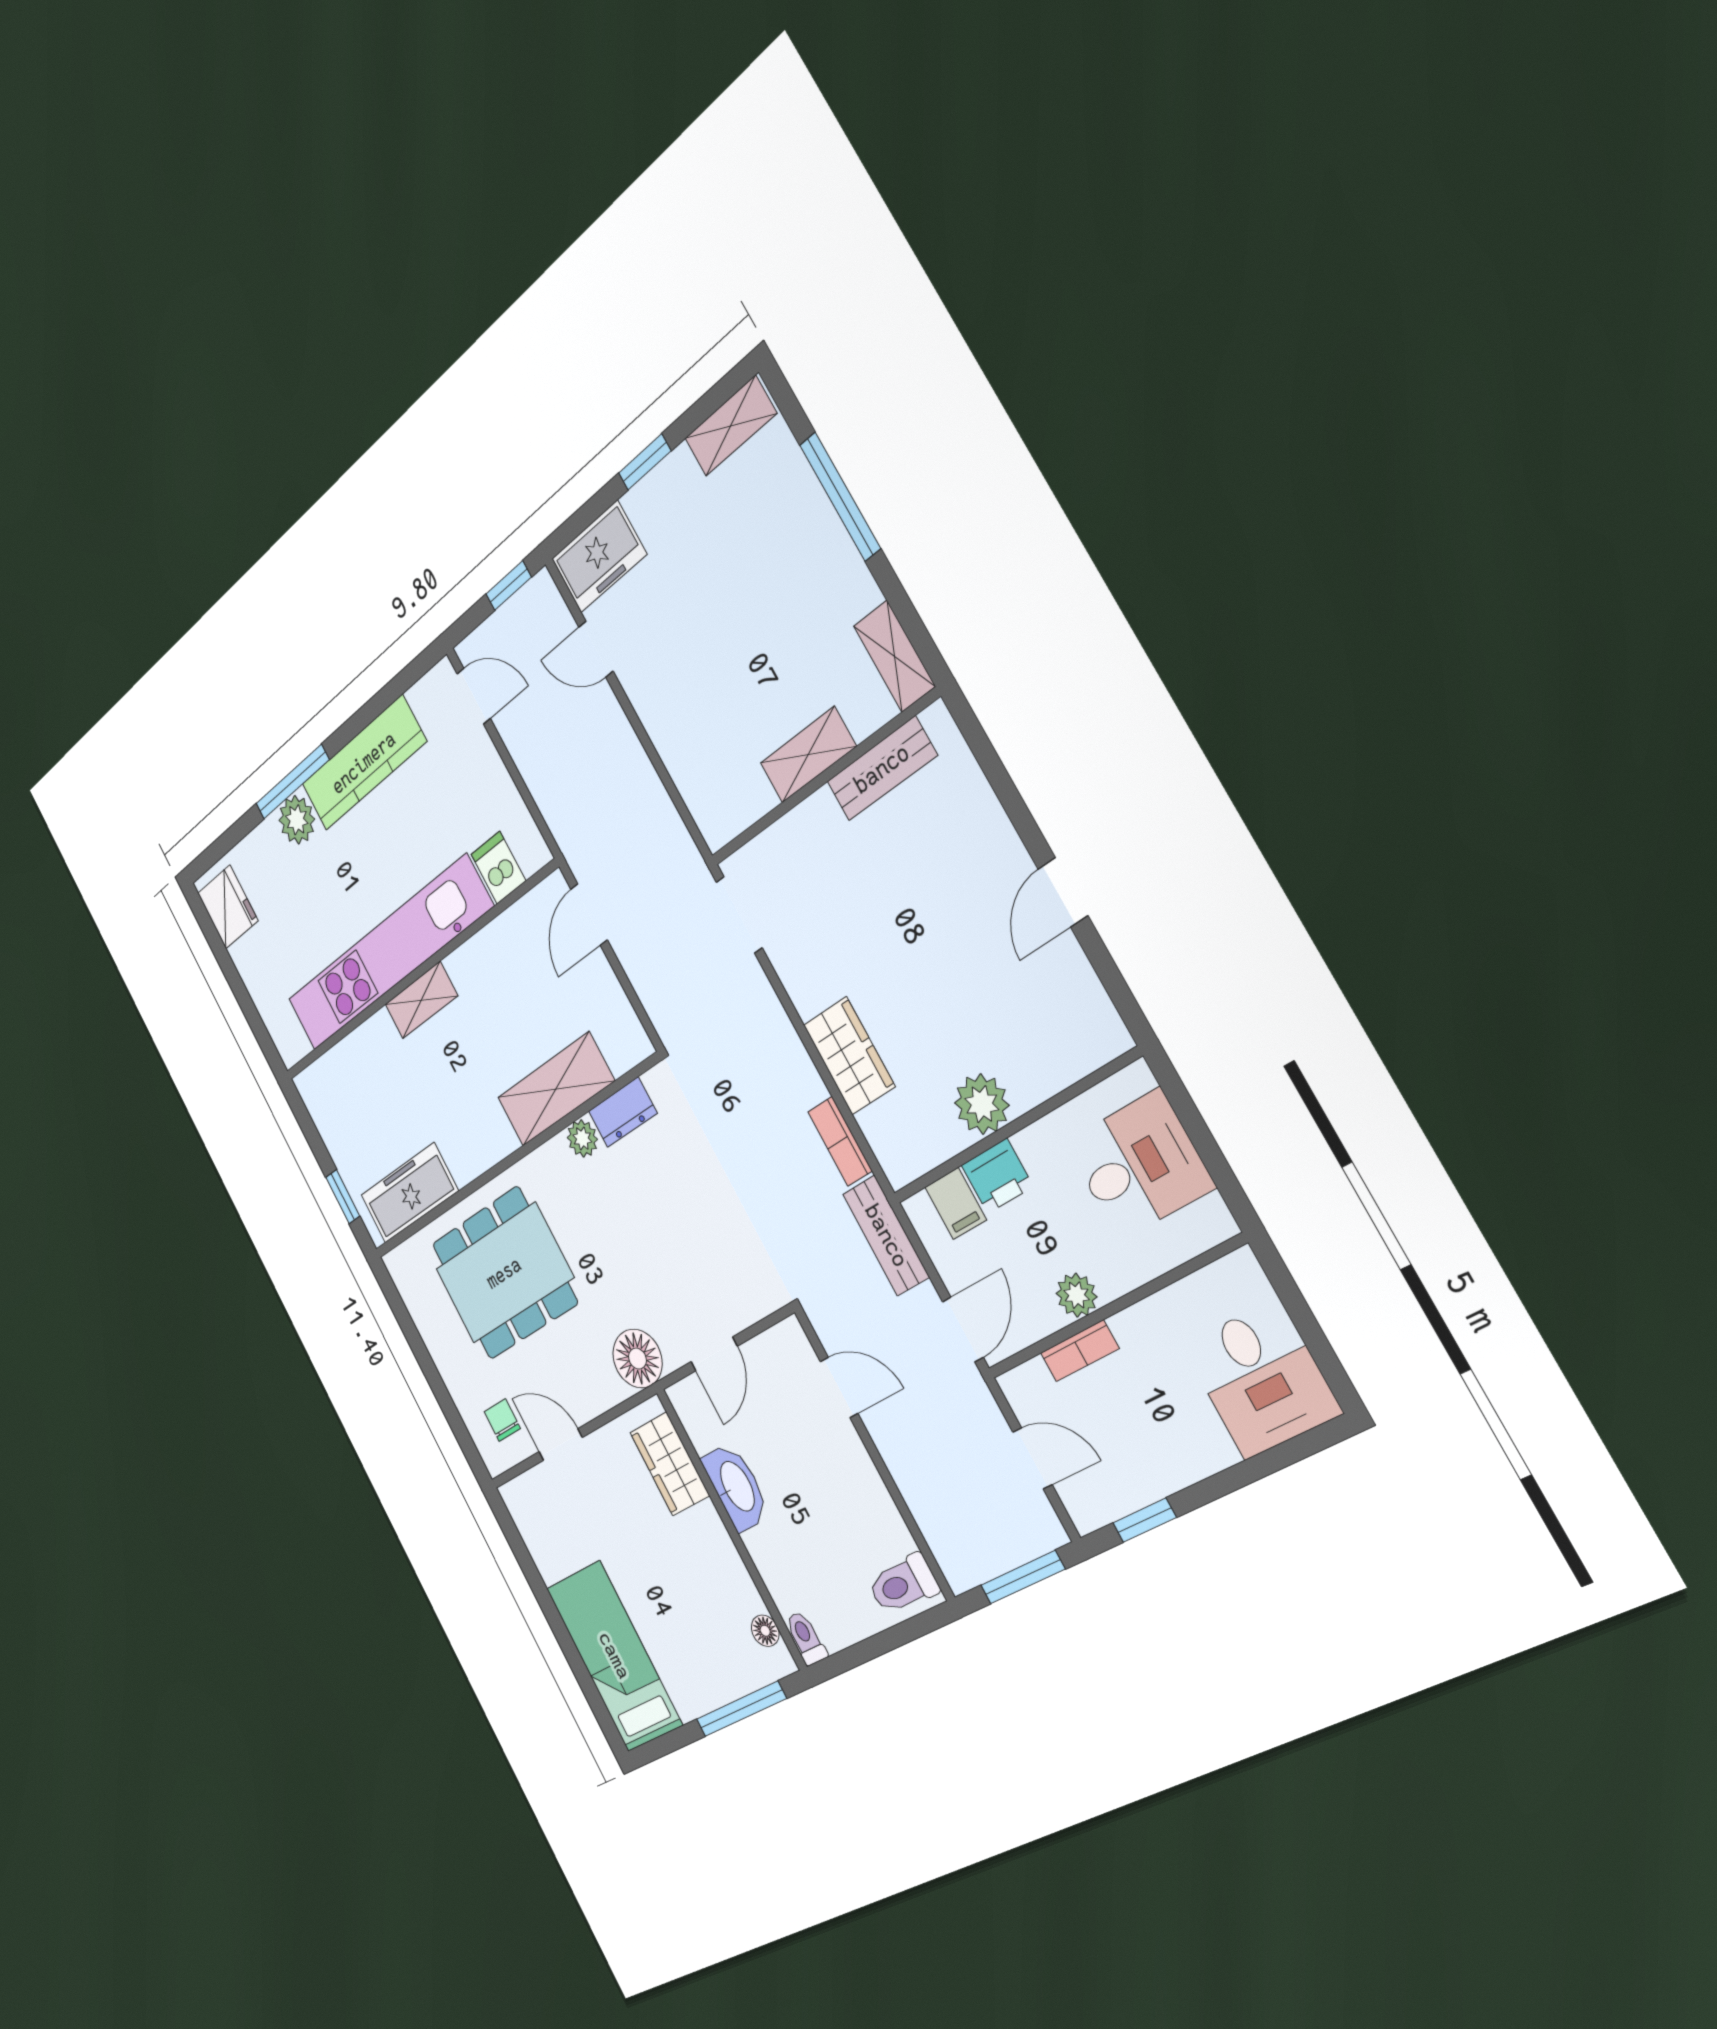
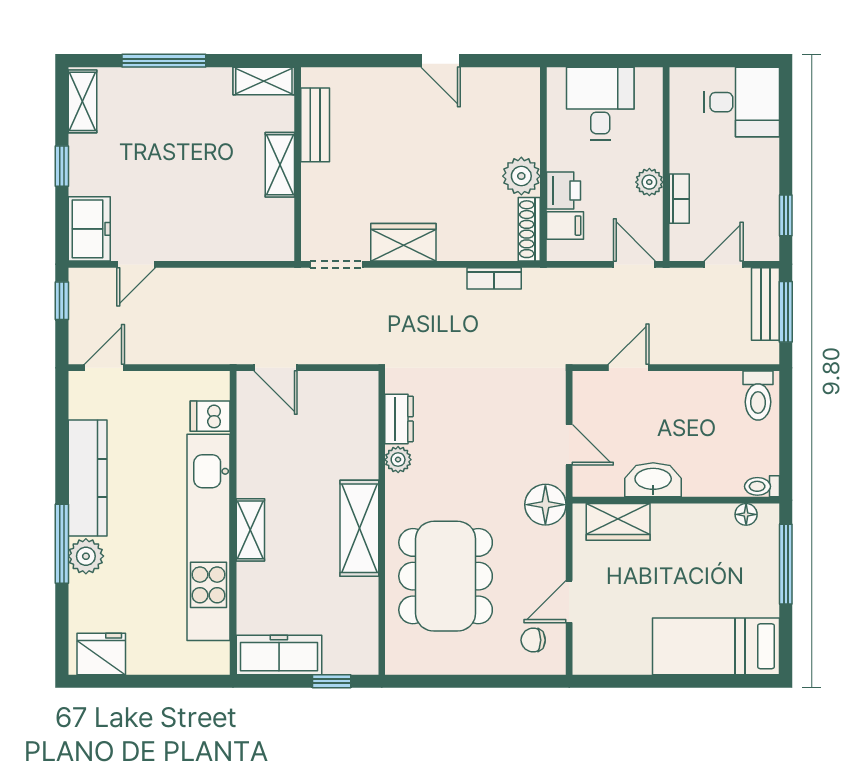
wardrobe: (849, 1056) -> (403, 242), moved
shelving: (556, 1089) -> (359, 528), moved
shoe rack: (924, 1155) -> (529, 229), added
freezer: (409, 1193) -> (279, 655), moved, turned 90
bench: (886, 1236) -> (765, 304), moved, turned 90

